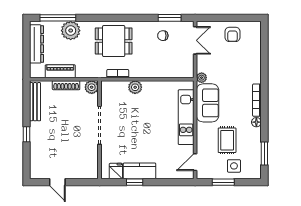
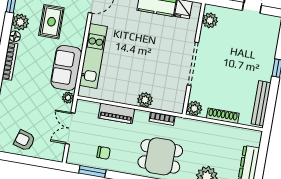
armchair: (232, 34) -> (24, 140), turned -74
double door: (195, 40) -> (70, 128), moved
piano: (60, 71) -> (116, 113), moved
plant: (254, 135) -> (20, 22), added
plant: (91, 165) -> (210, 20), added

